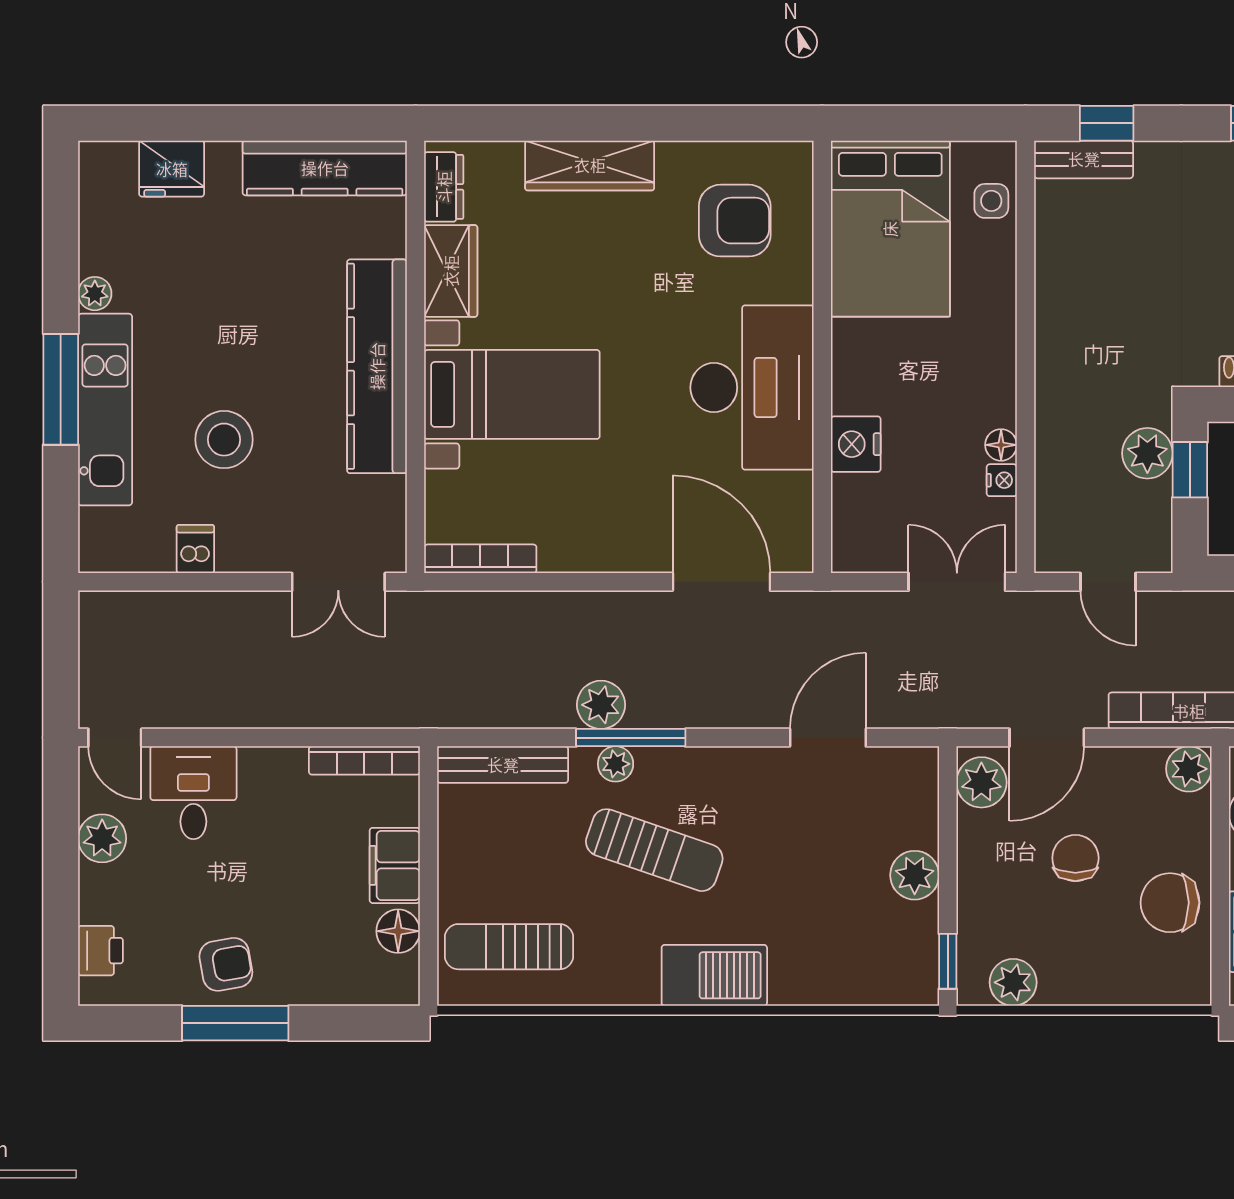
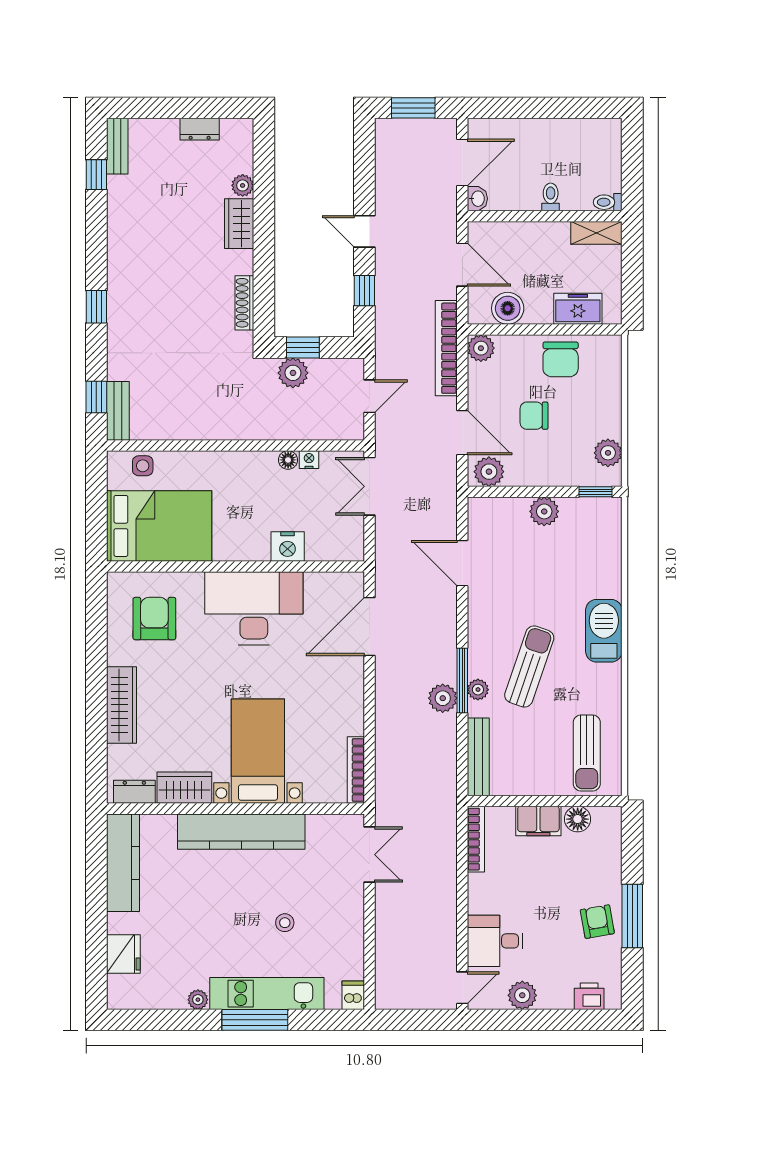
stool: (224, 440) -> (285, 923), width x0.53, depth x0.53
dishwasher: (195, 549) -> (353, 995), moved, turned 90

